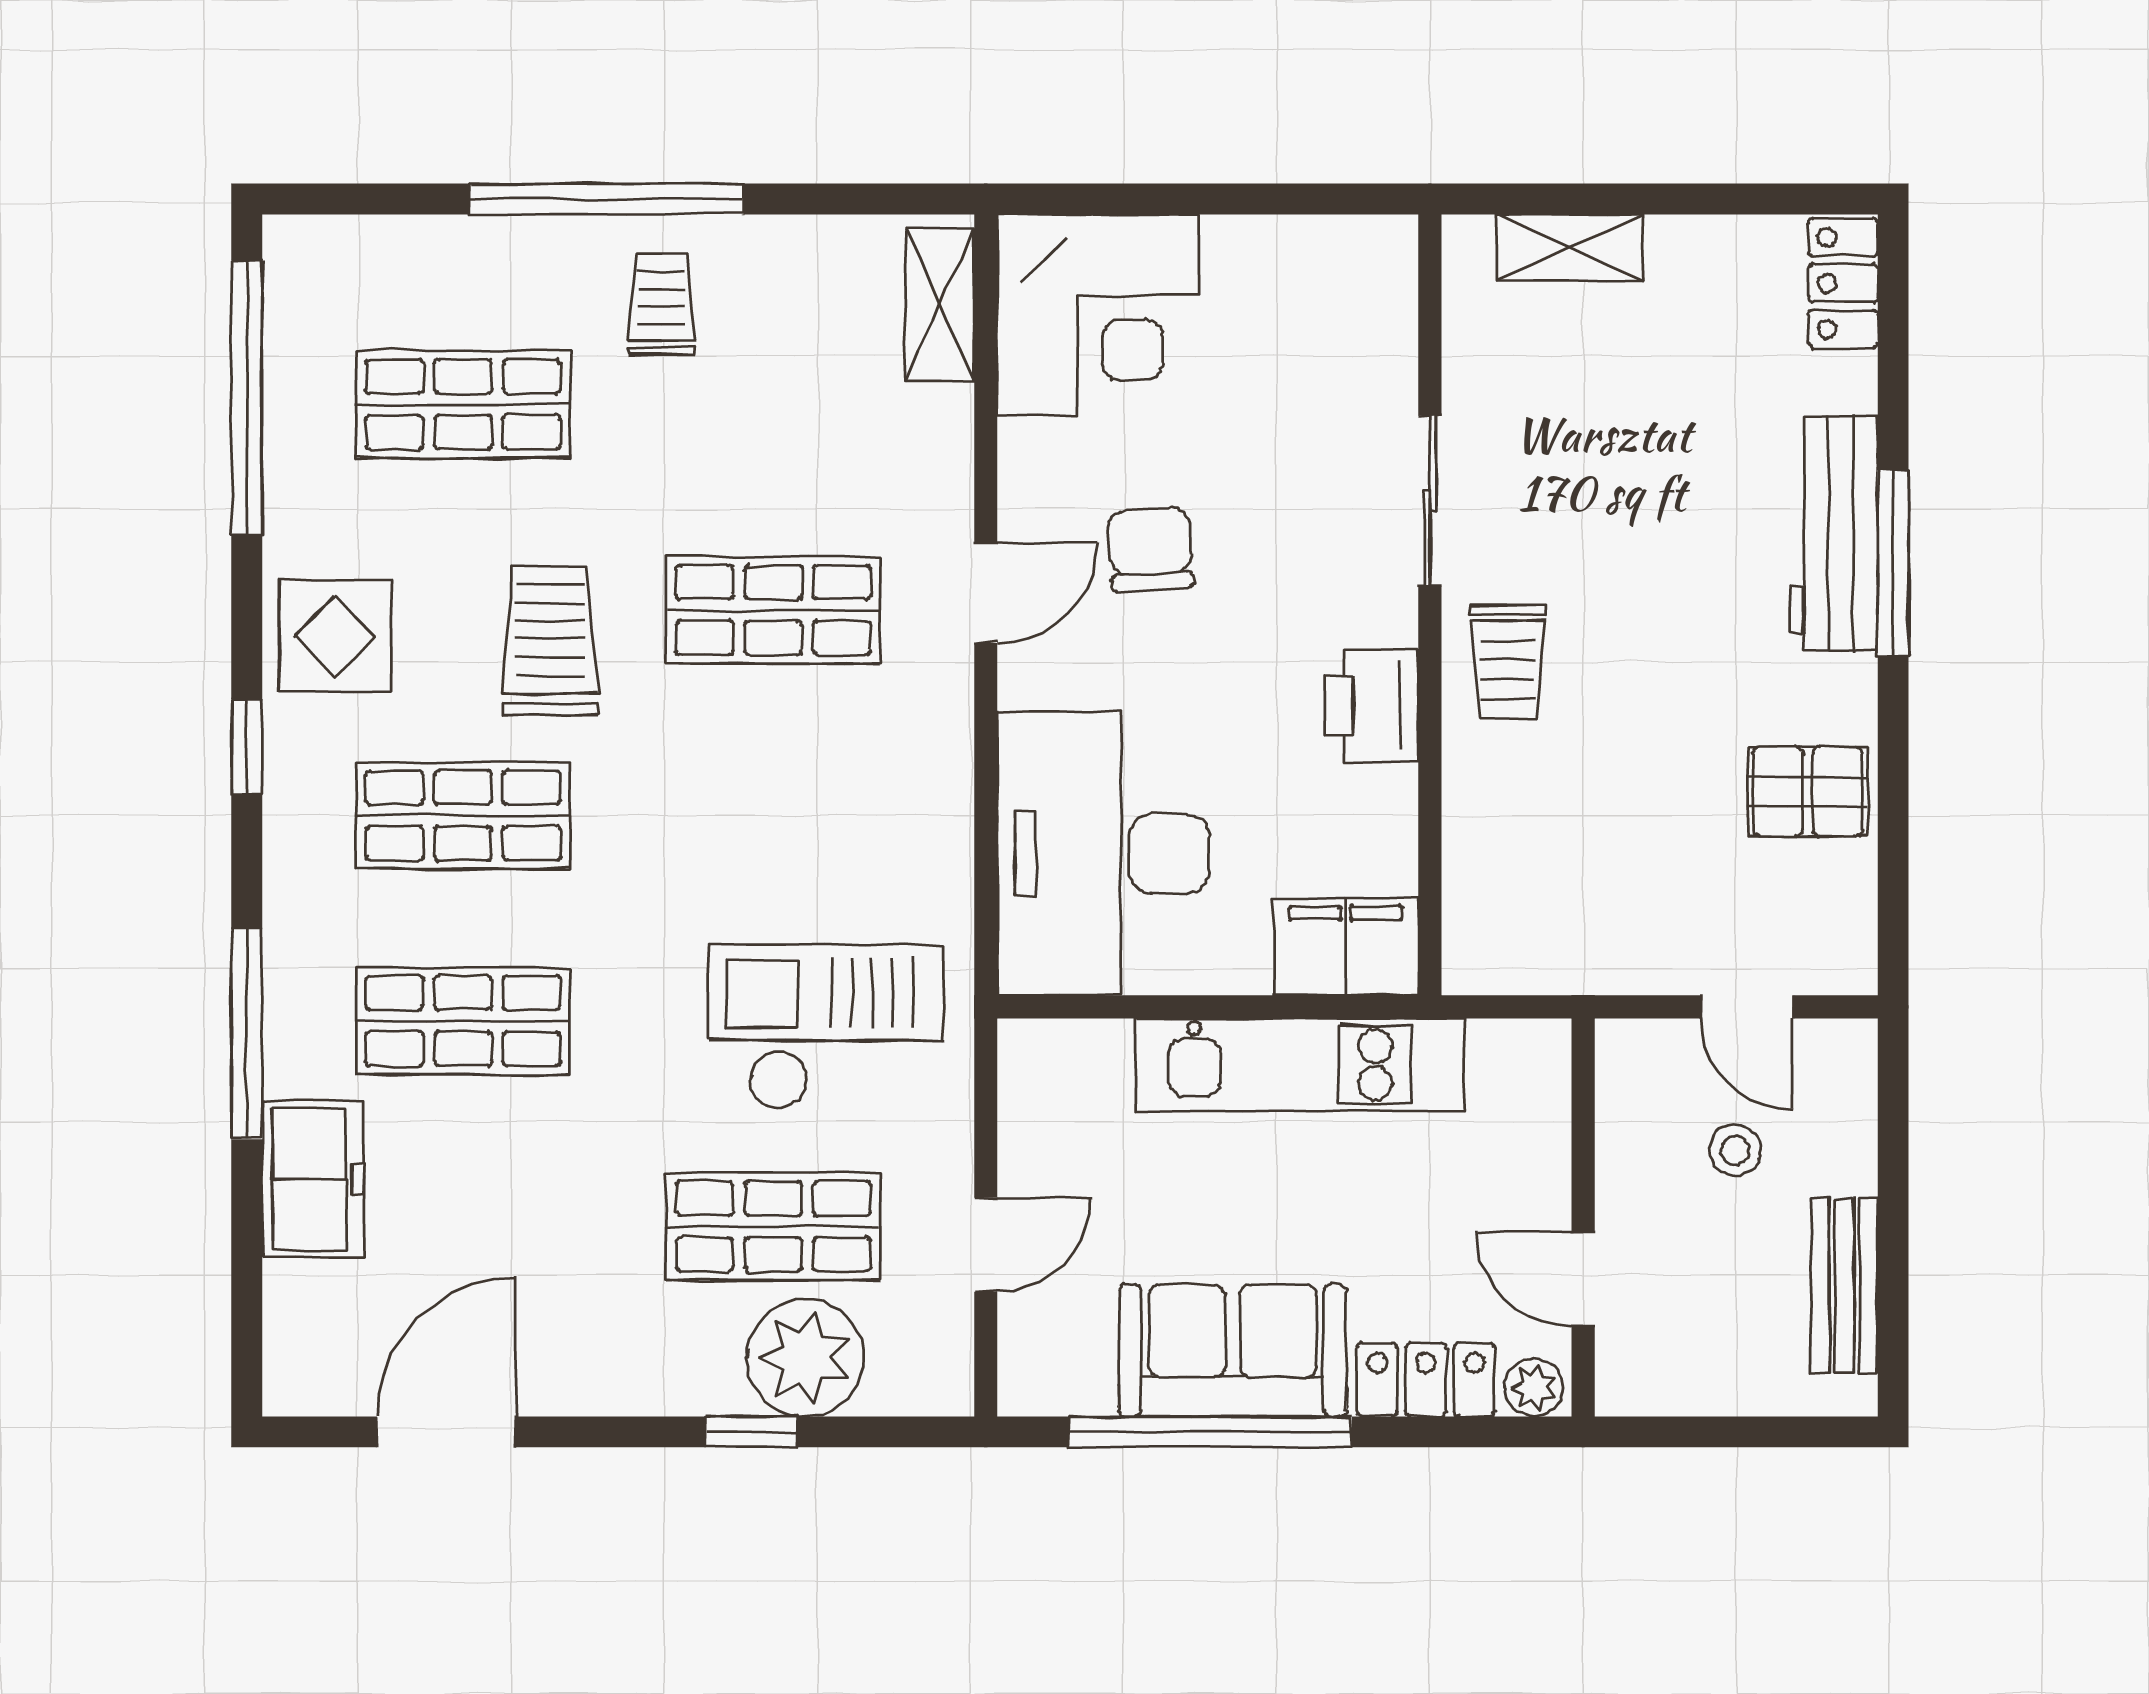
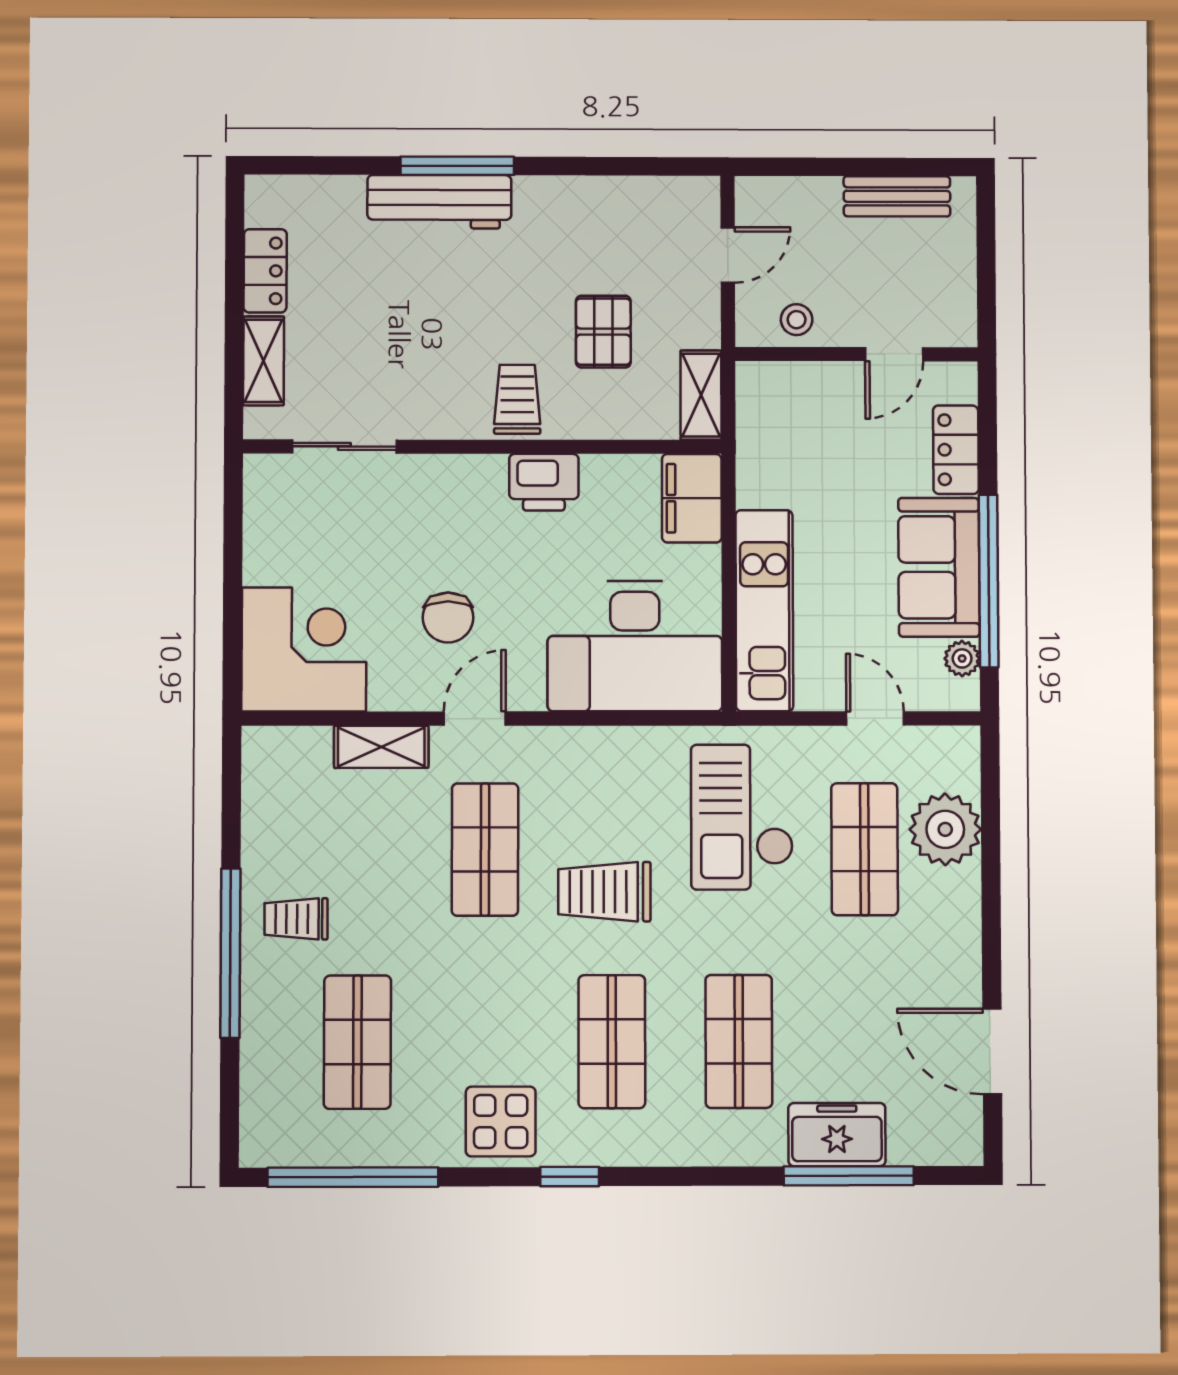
locker: (1843, 283) -> (265, 271), moved, turned -90
shelving: (940, 305) -> (381, 747), moved
sliding door: (1430, 501) -> (344, 446), moved
chair: (1150, 549) -> (448, 617), turned -86
door: (986, 593) -> (475, 719), hinge flipped
trolley: (550, 640) -> (604, 892), moved
trolley: (1508, 662) -> (517, 399), turned -90
pallet: (1808, 792) -> (603, 332), moved
shelving: (1515, 962) -> (701, 395), added
window: (247, 1034) -> (849, 1176), moved
kitchen unit: (1300, 1065) -> (764, 611), moved
stool: (1735, 1150) -> (797, 320), moved
plant: (1534, 1387) -> (962, 658), moved
window: (752, 1432) -> (991, 862), removed

